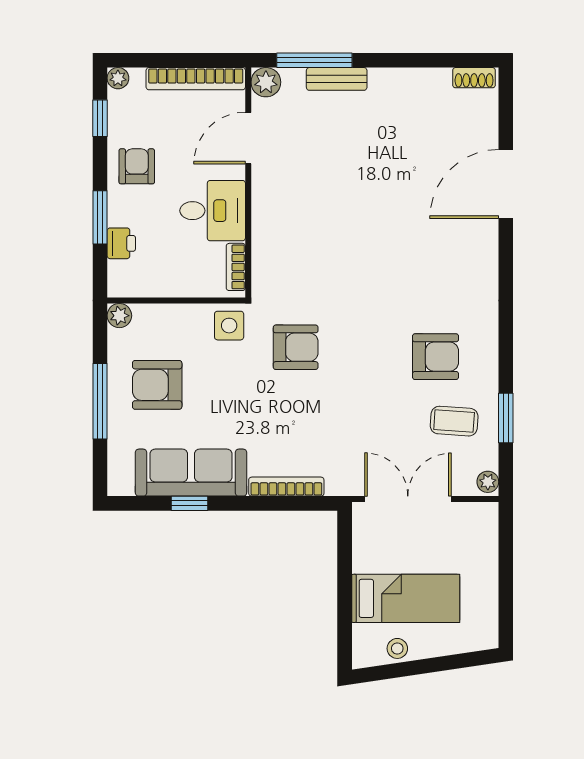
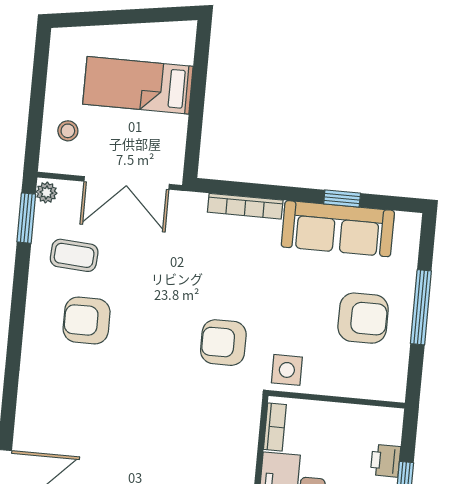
plant: (119, 316) -> (394, 390), removed
window: (506, 418) -> (26, 218), moved
stool: (397, 648) -> (68, 131), moved

